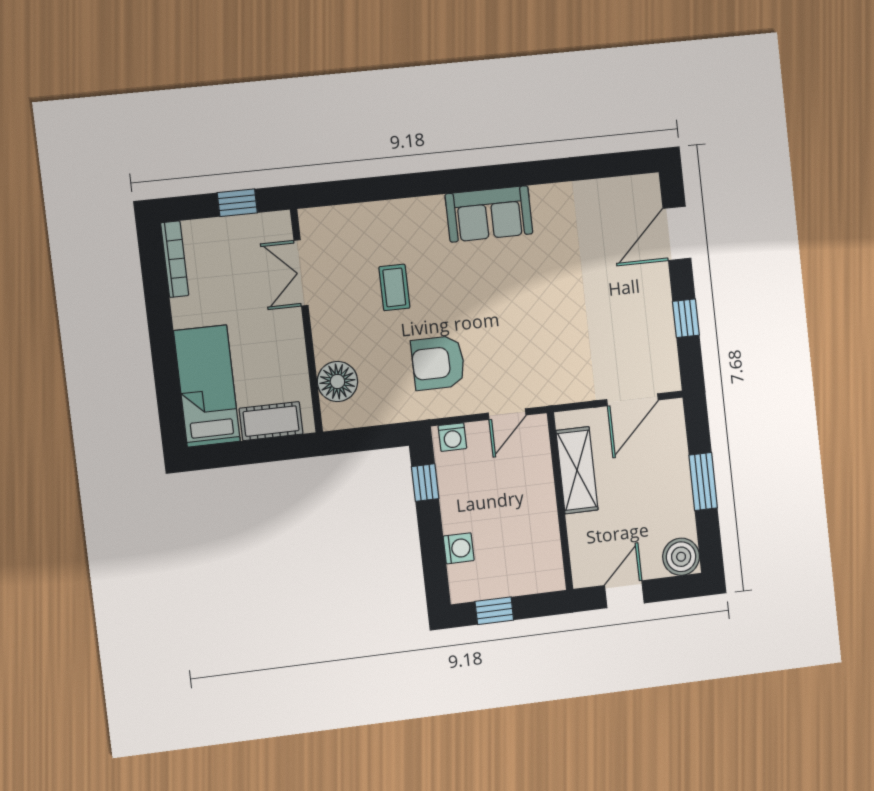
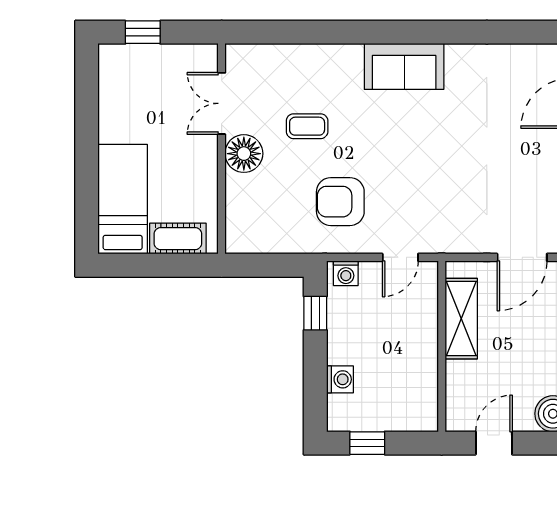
window: (237, 203) -> (143, 32), moved
bookcase: (175, 259) -> (107, 78), removed
coffee table: (394, 287) -> (307, 126), turned 90
floor lamp: (337, 381) -> (244, 154), moved

